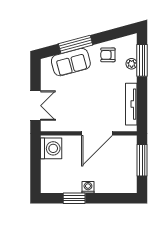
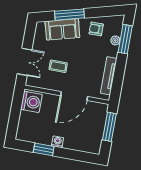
coffee table: (74, 104) -> (58, 66), added

